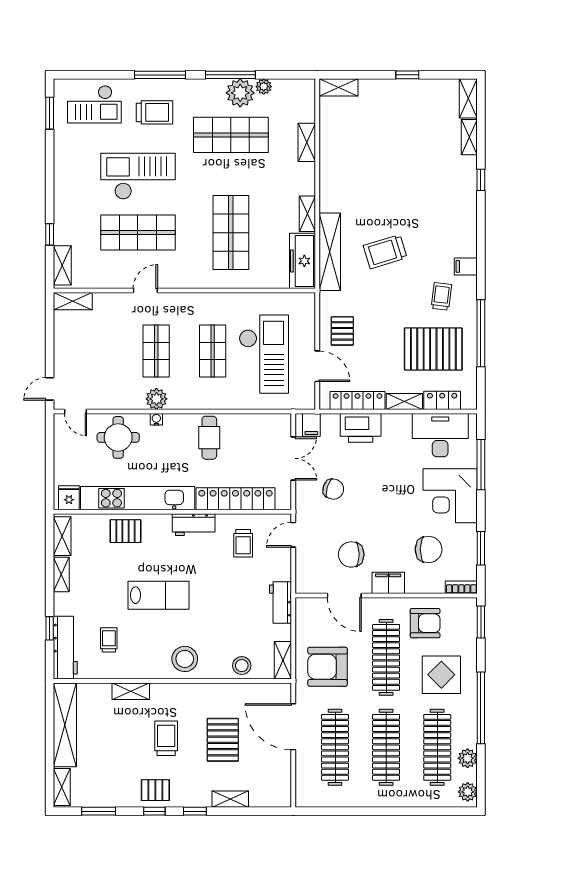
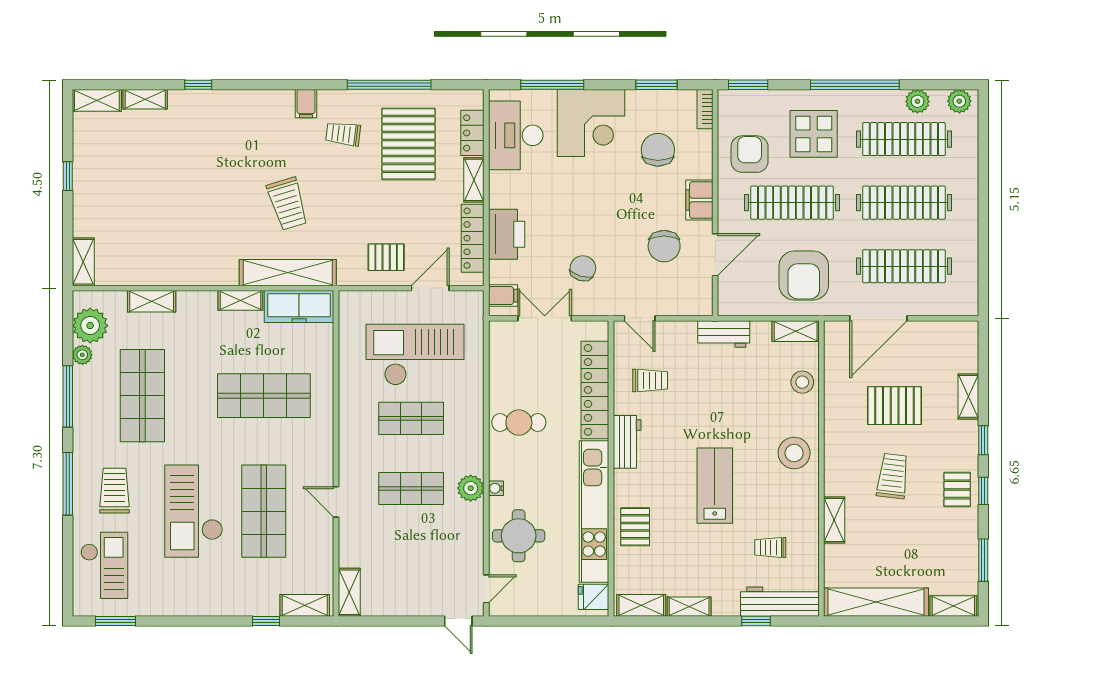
plant: (240, 93) -> (90, 326), moved
trolley: (166, 738) -> (893, 476), turned 97

